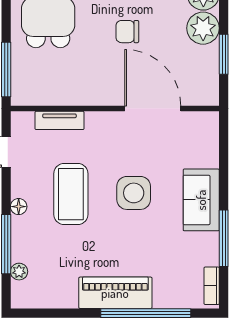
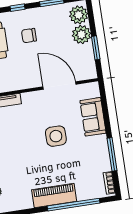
chair: (127, 32) -> (29, 36), moved
coffee table: (71, 194) -> (20, 142), removed
sofa: (201, 200) -> (93, 117), moved

